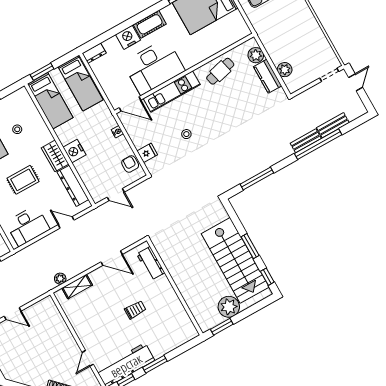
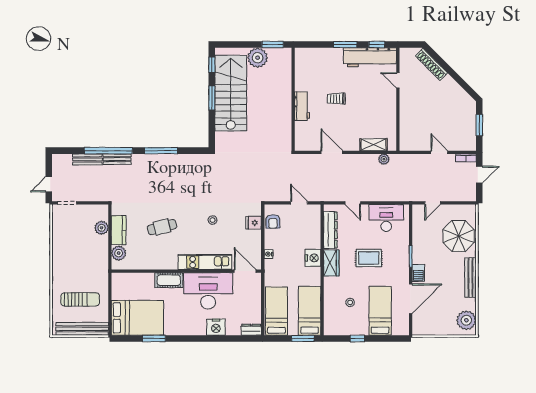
cot: (150, 24) -> (169, 280), moved
cafe table: (220, 71) -> (162, 227), moved
window: (257, 178) -> (161, 151), moved
workbench: (151, 263) -> (302, 106), moved
door: (88, 358) -> (398, 80), swing flipped

